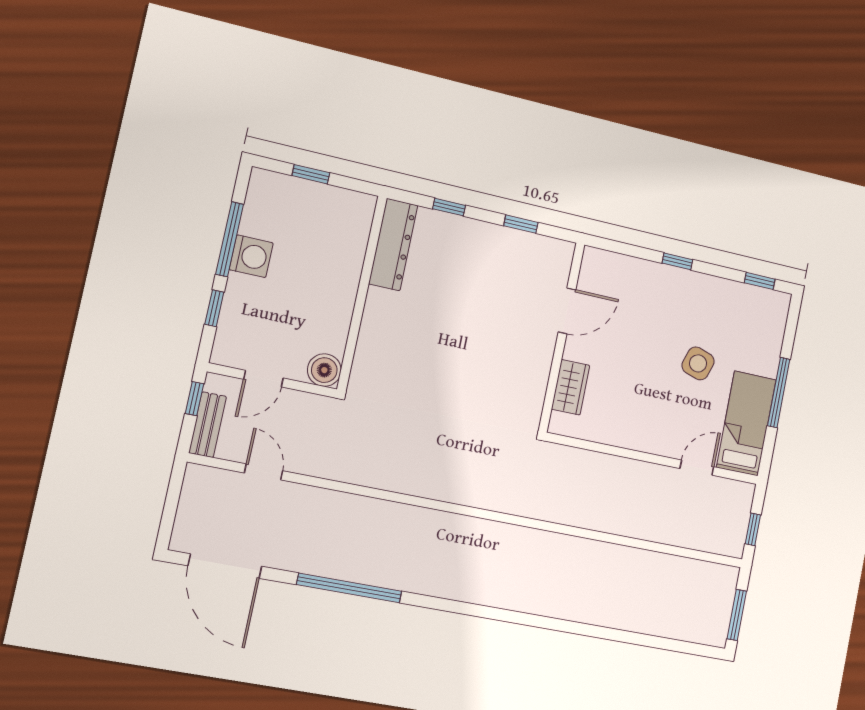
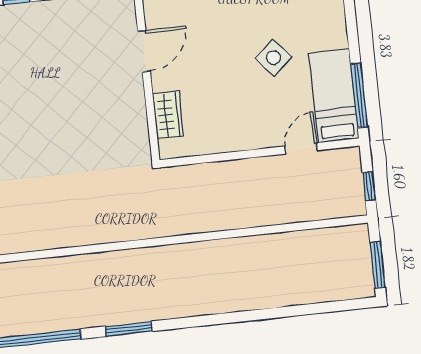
side table: (698, 363) -> (274, 58), turned 30
window: (779, 392) -> (359, 96), moved
window: (456, 607) -> (129, 329), added

